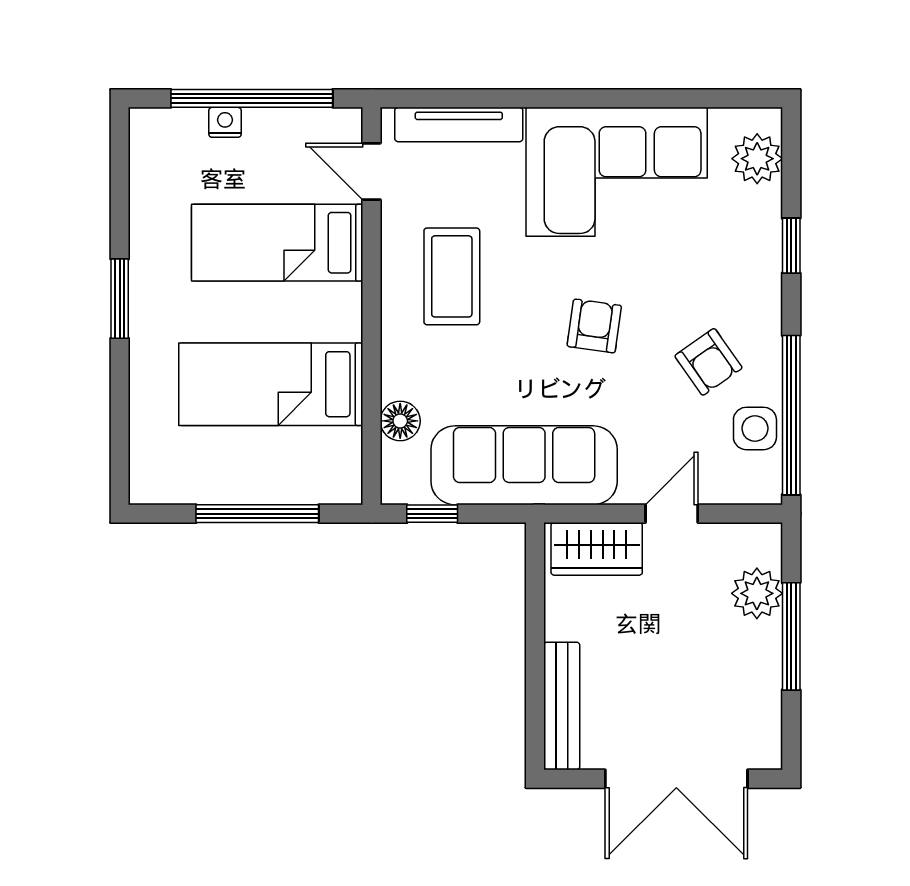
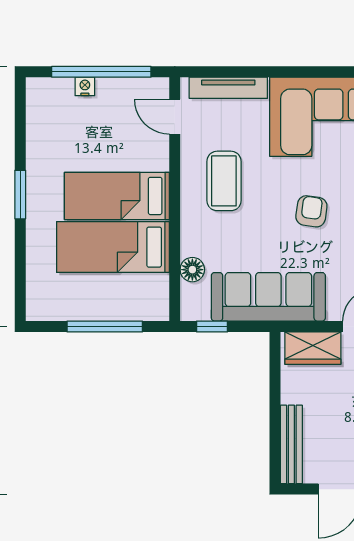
bed: (277, 243) -> (117, 196), moved

